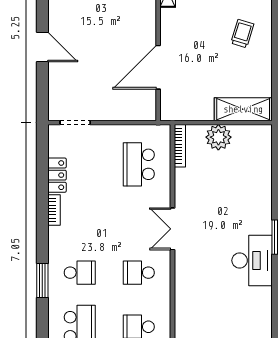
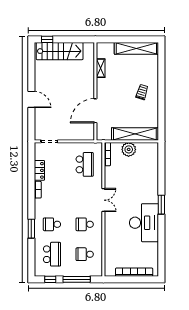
shelving: (243, 109) -> (135, 134), width x1.47
school desk: (139, 164) -> (85, 164), turned 180
double door: (173, 229) -> (103, 200), swing flipped
desk: (252, 260) -> (144, 223), width x1.36, depth x1.30
school desk: (80, 273) -> (52, 224), turned 180

